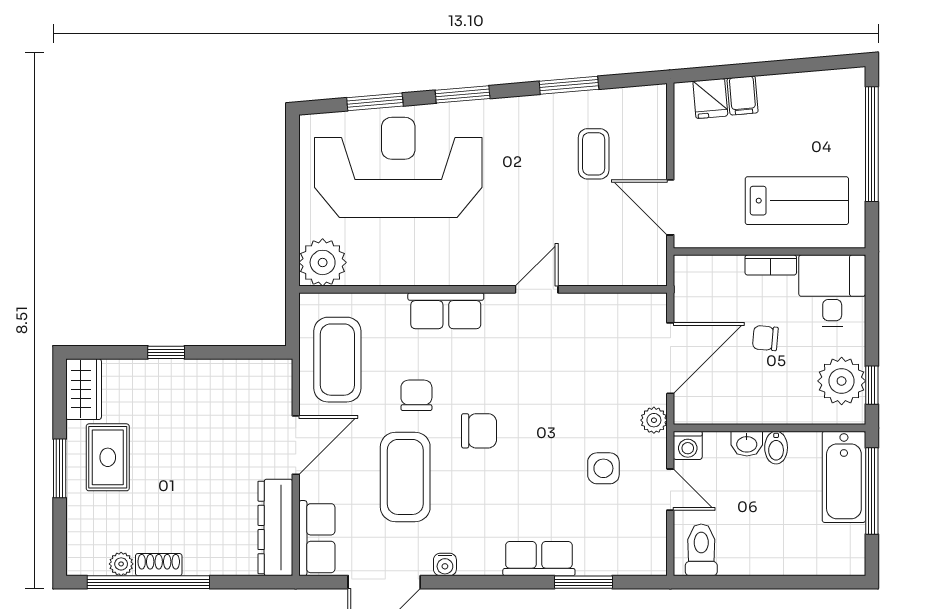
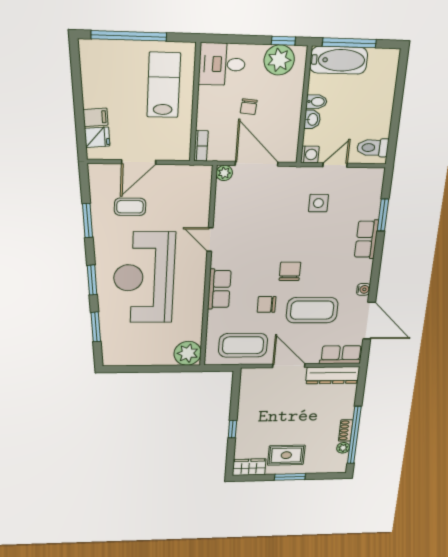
reception desk: (398, 167) -> (144, 278), moved
door: (670, 207) -> (139, 162), moved
bookcase: (771, 265) -> (201, 146), moved
plant: (654, 420) -> (224, 173), moved

